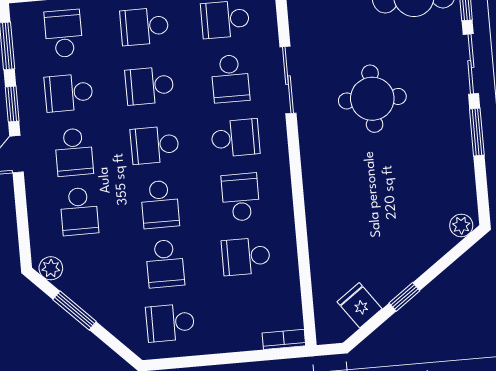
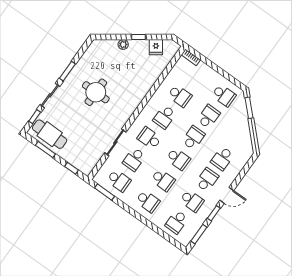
school desk: (230, 79) -> (134, 159), turned 180
round table: (372, 99) -> (96, 92), moved
school desk: (79, 211) -> (222, 158), turned 180
plant: (461, 225) -> (123, 44), moved
plant: (51, 268) -> (248, 148), removed
window: (75, 311) -> (249, 108), moved

